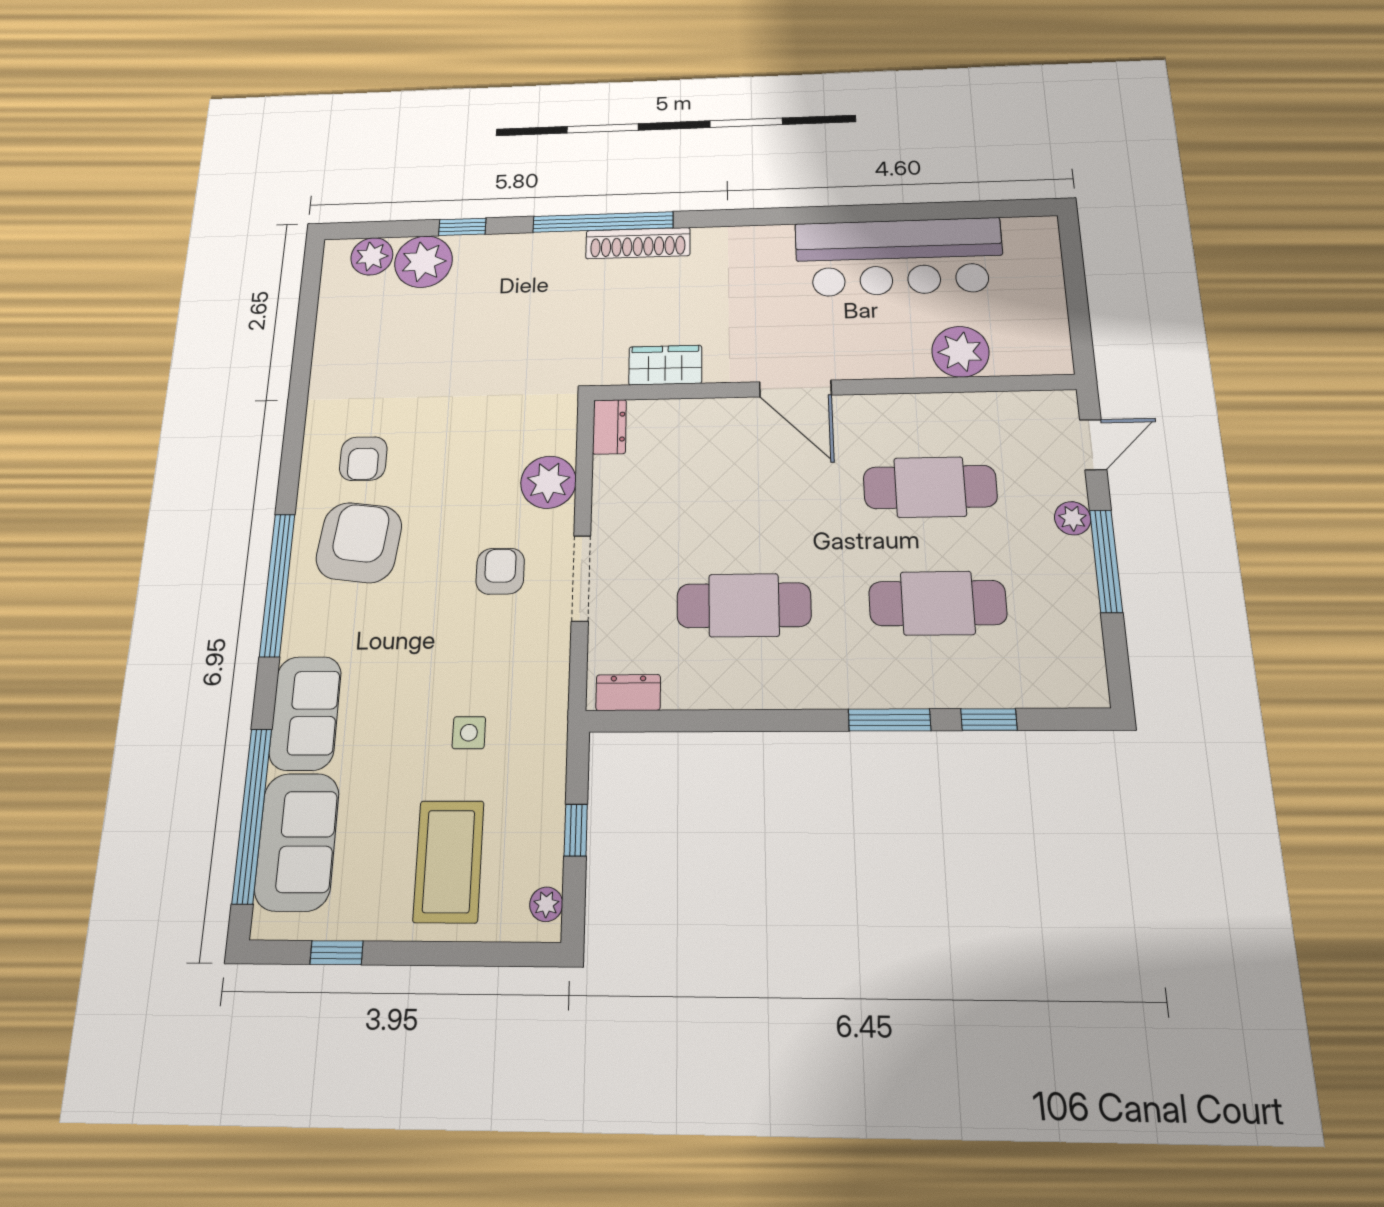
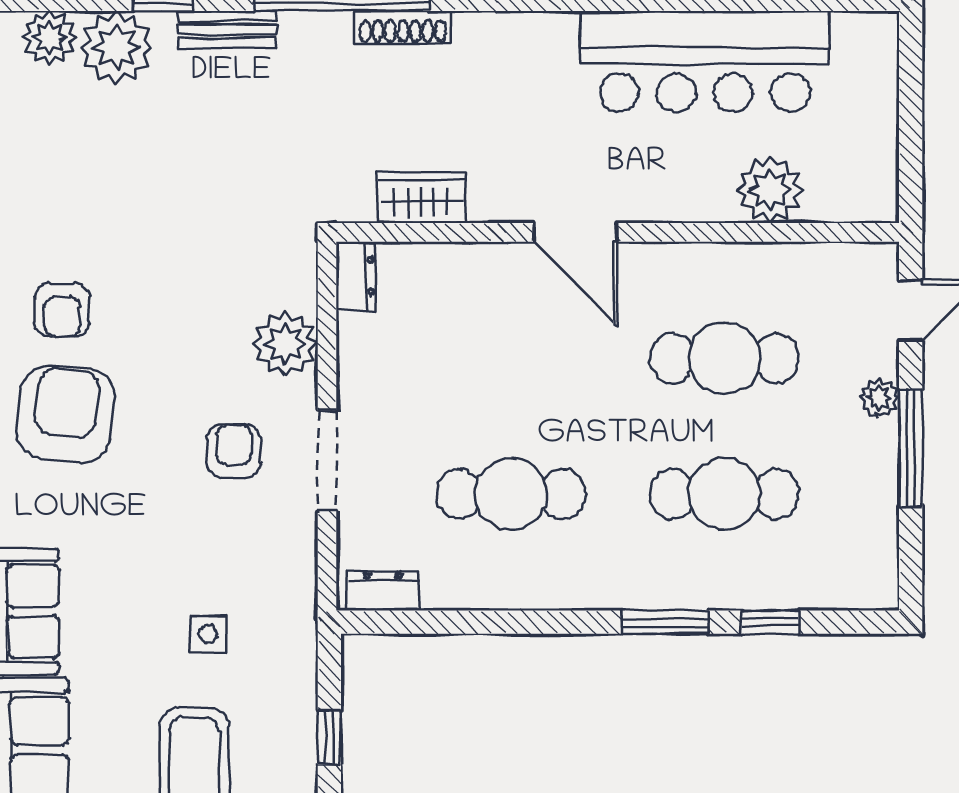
shoe rack: (638, 243) -> (403, 27), width x0.74, depth x0.81
bench: (512, 246) -> (227, 30), added

